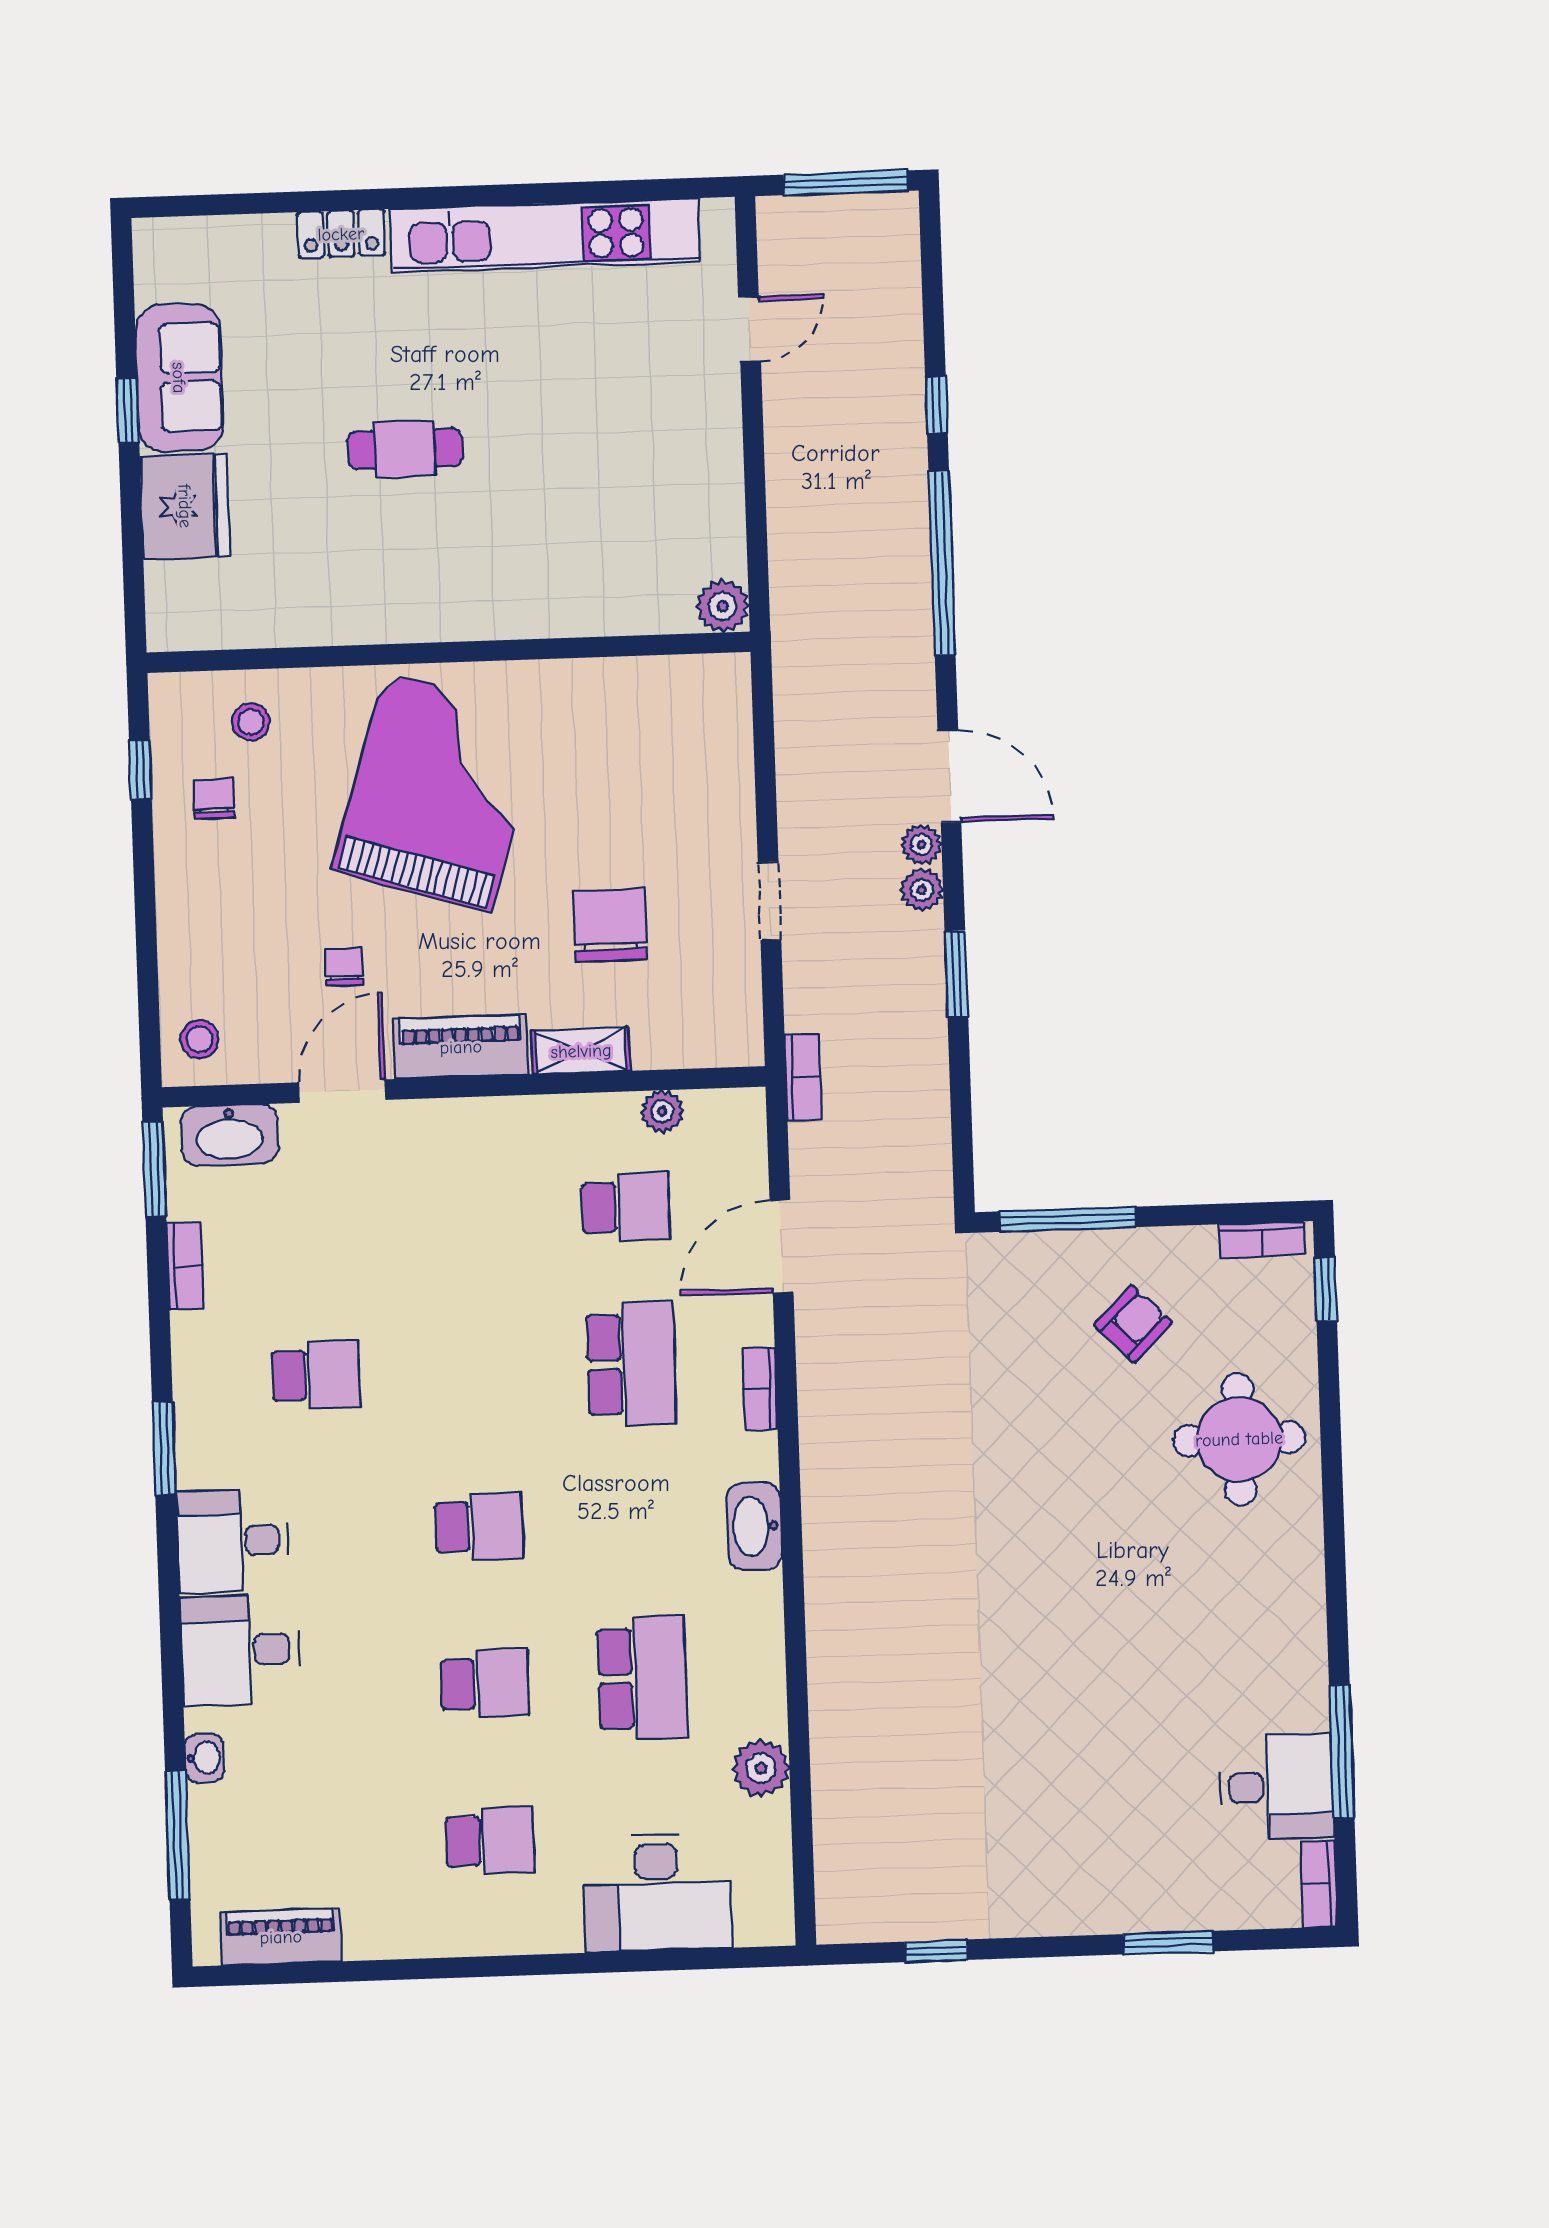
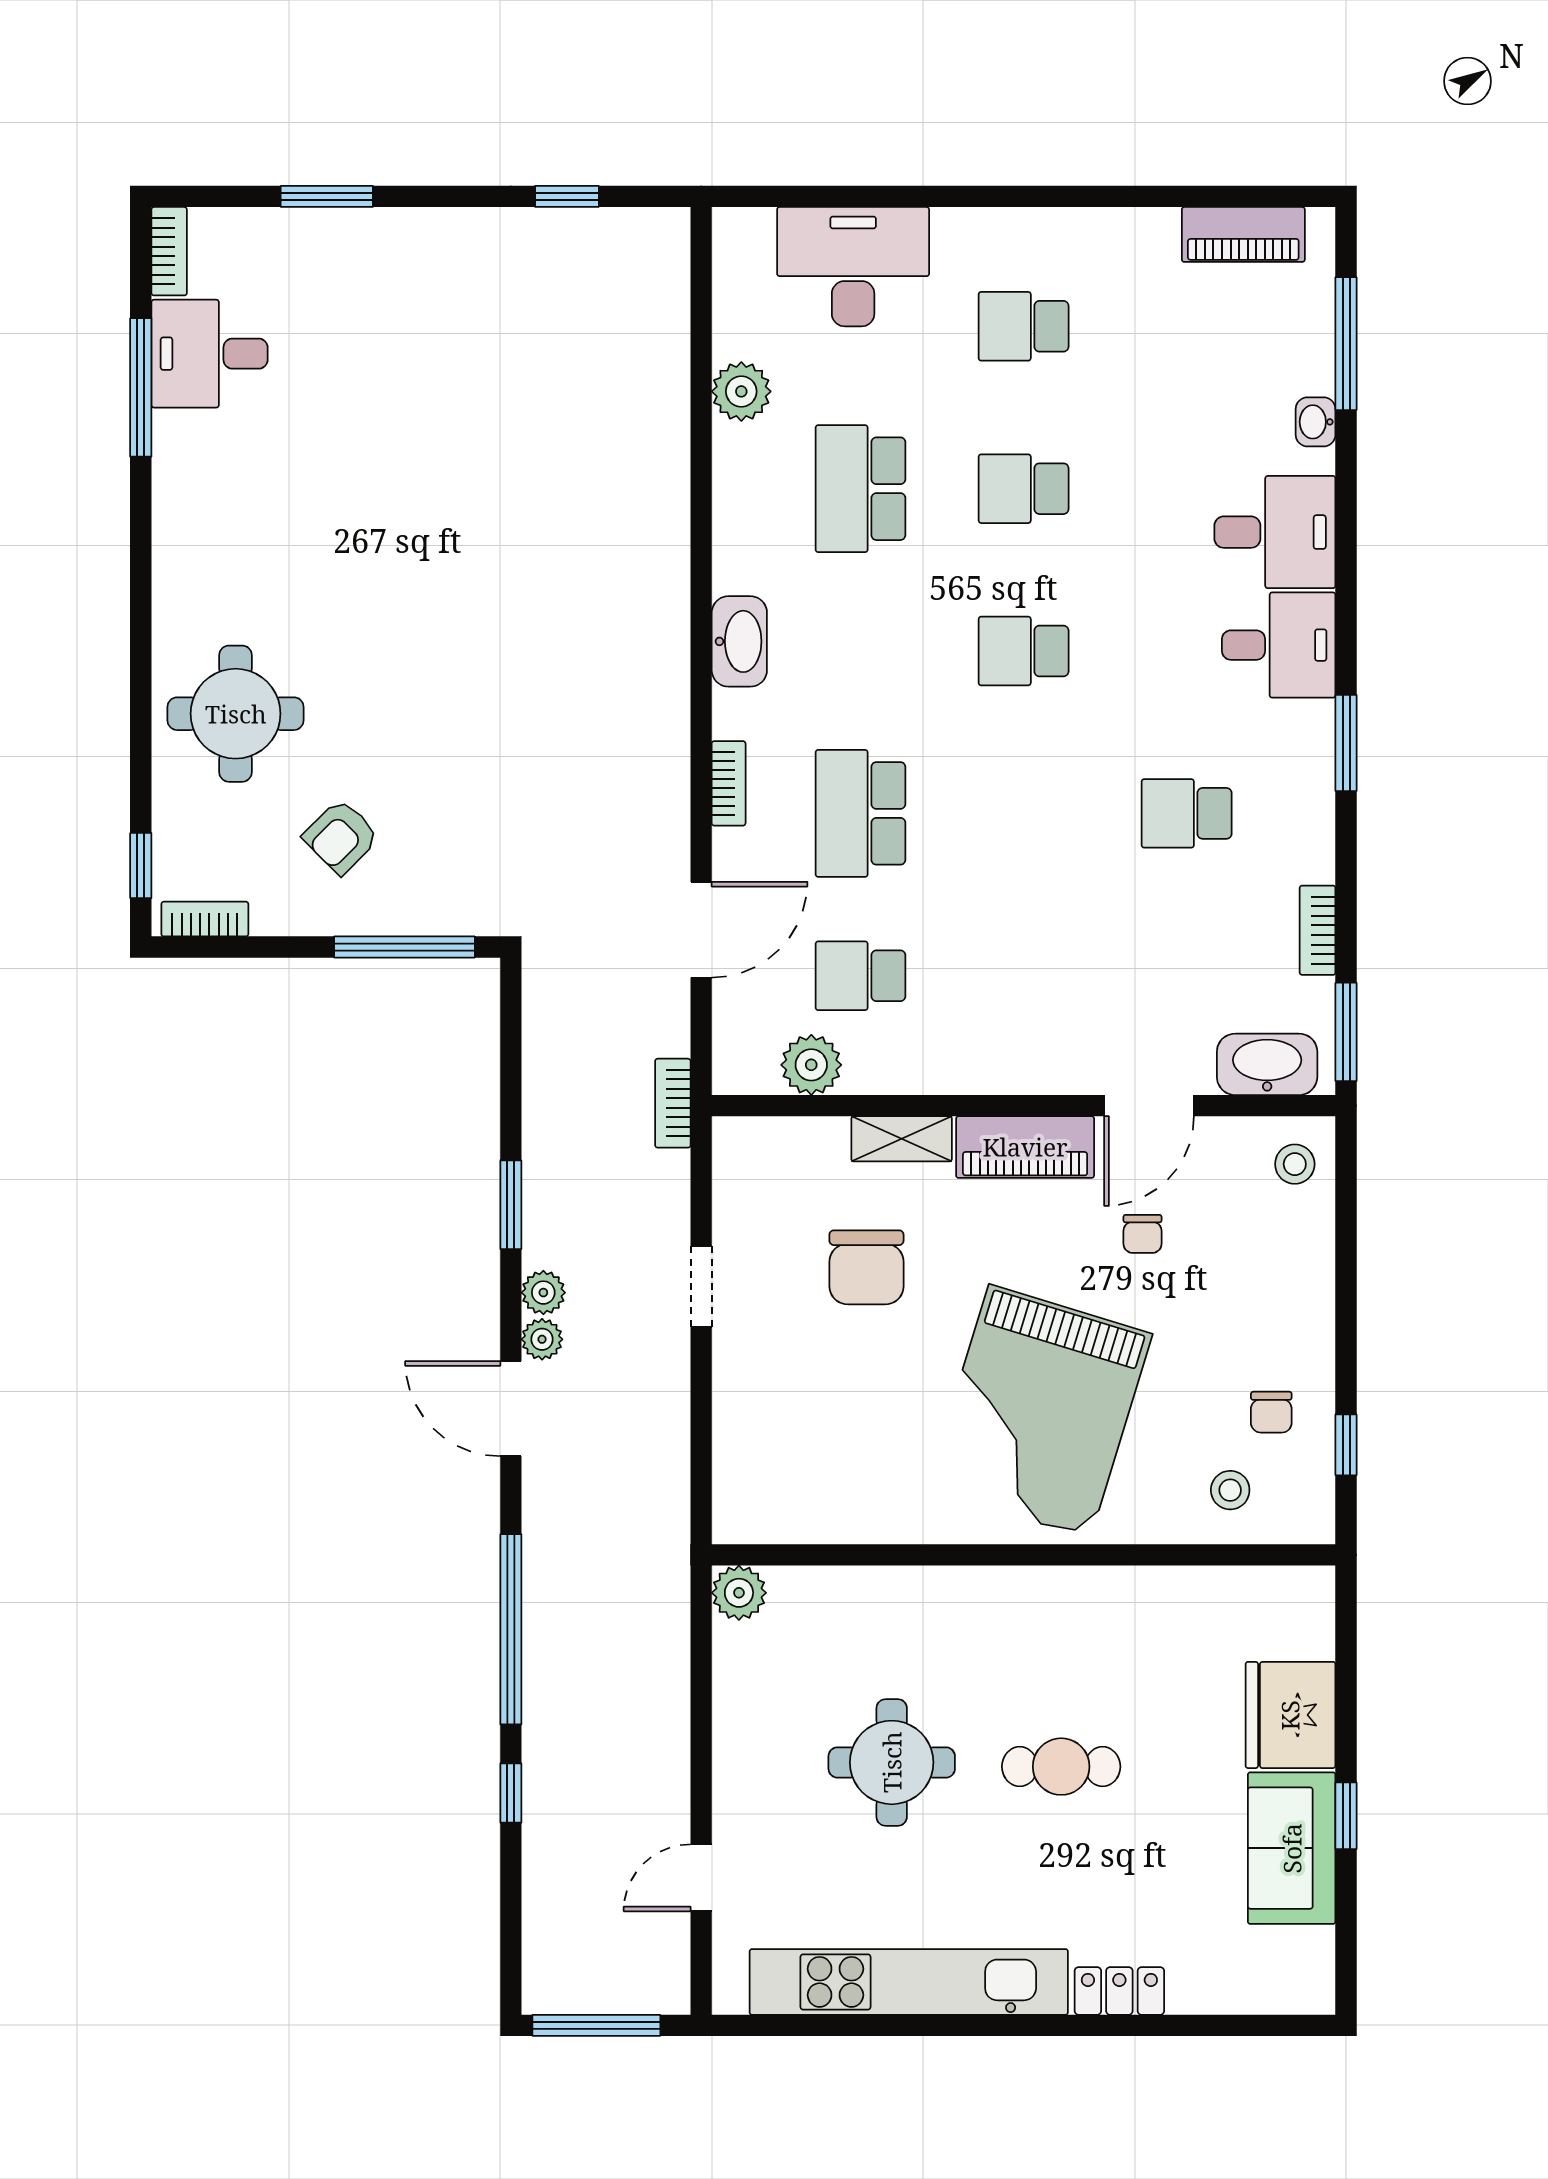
round table: (569, 447) -> (892, 1762), added
plant: (662, 1111) -> (811, 1065), width x1.38, depth x1.38

